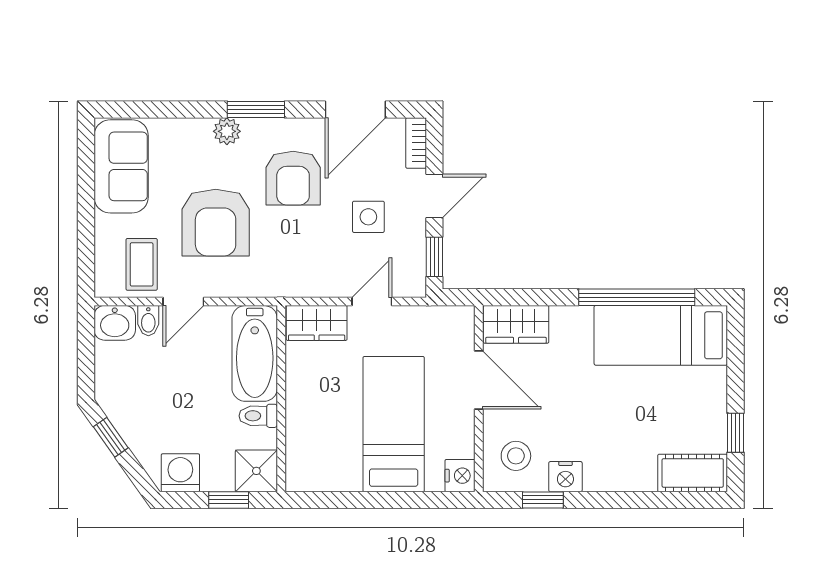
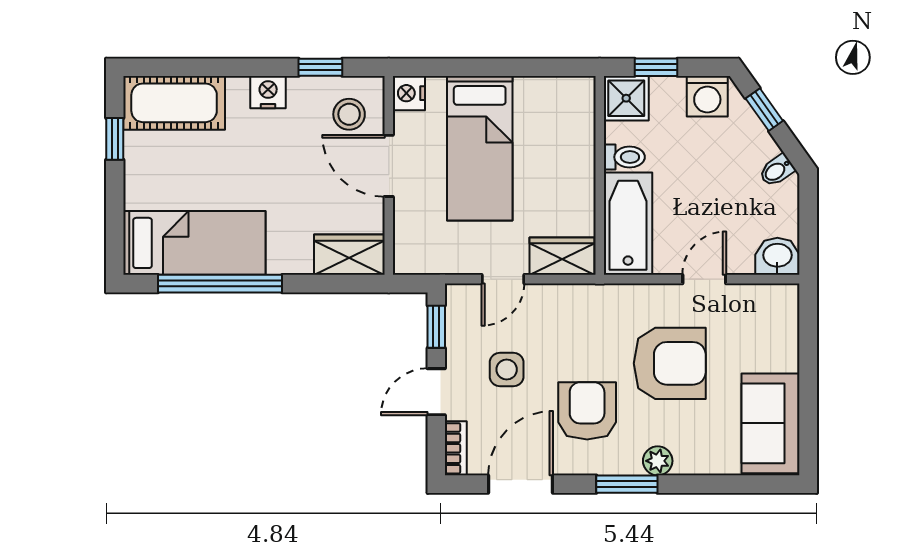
armchair: (216, 223) -> (670, 363), turned 90
coffee table: (142, 264) -> (749, 319), removed
bidet: (148, 321) -> (777, 170), moved, turned -125
door: (479, 380) -> (389, 166), moved
window: (111, 437) -> (764, 110), moved
cot: (693, 473) -> (174, 103), width x1.37, depth x1.34
nightstand: (565, 477) -> (268, 92), moved

